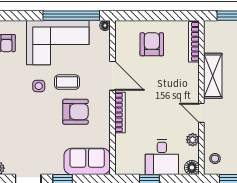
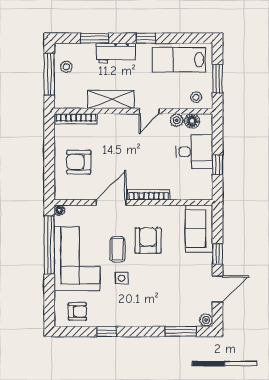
floor lamp: (192, 168) -> (192, 121), moved

